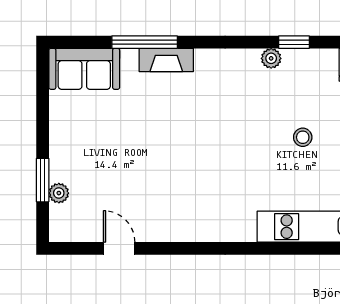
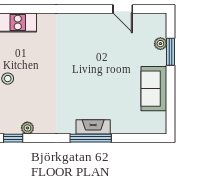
window: (145, 42) -> (91, 138), moved
sofa: (84, 69) -> (154, 89), moved, turned -90

